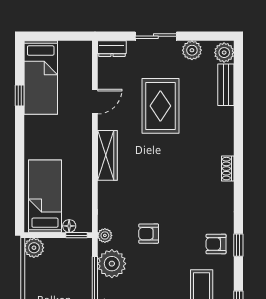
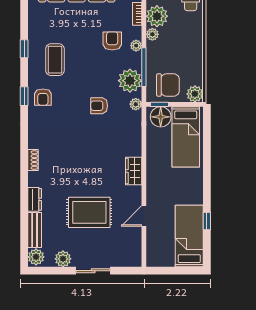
dresser: (112, 49) -> (35, 199), moved, turned 90
rug: (160, 106) -> (89, 212), turned 90
wardrobe: (107, 155) -> (134, 171), width x0.67
floor lamp: (69, 226) -> (161, 117), width x1.89, depth x1.89
armchair: (149, 234) -> (99, 106), turned 180
armchair: (216, 244) -> (43, 97), turned 90
chair: (66, 258) -> (168, 85), added

